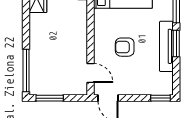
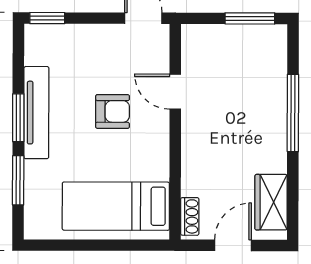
window: (26, 71) -> (293, 113), moved
door: (90, 73) -> (175, 92), moved

